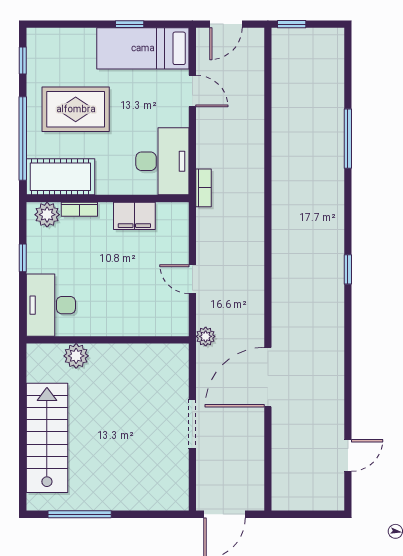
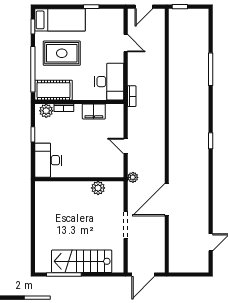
bed: (143, 48) -> (60, 20), moved, turned 180
plant: (76, 356) -> (98, 188), moved
stairs: (47, 438) -> (82, 261), moved, turned -90

